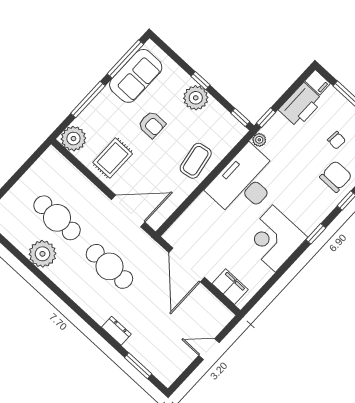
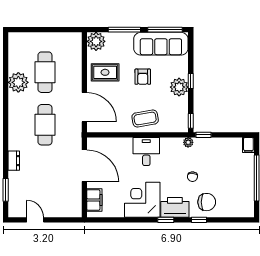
sofa: (136, 76) -> (161, 44), width x1.36
printer: (301, 105) -> (175, 207), moved, turned 180
chair: (336, 140) -> (192, 177), moved
desk: (245, 183) -> (146, 152), width x0.53, depth x0.77
door: (187, 265) -> (84, 166), swing flipped
door: (209, 349) -> (35, 220), moved

